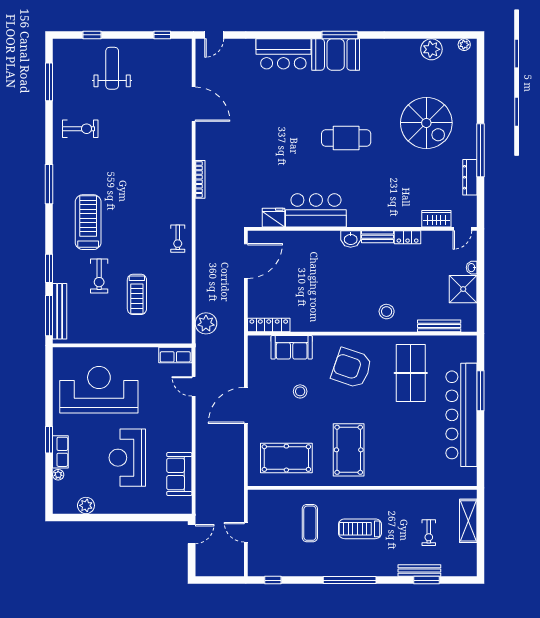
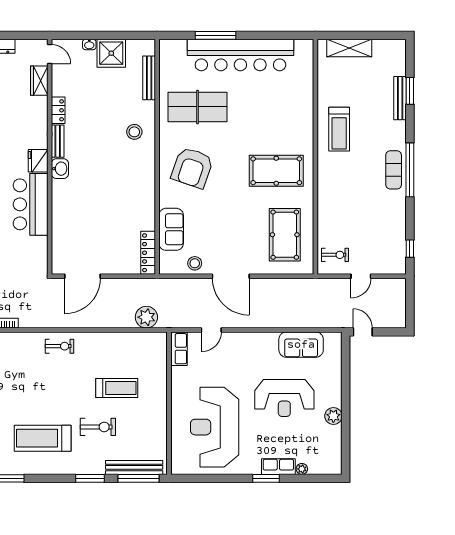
fridge: (274, 218) -> (38, 161), moved
door: (246, 261) -> (82, 276), swing flipped
stool: (300, 391) -> (195, 263), moved
plant: (86, 505) -> (333, 416), moved
exercise mat: (310, 523) -> (394, 170), moved, turned 90
treadmill: (360, 529) -> (339, 129), moved
exercise bike: (429, 533) -> (335, 255), moved

